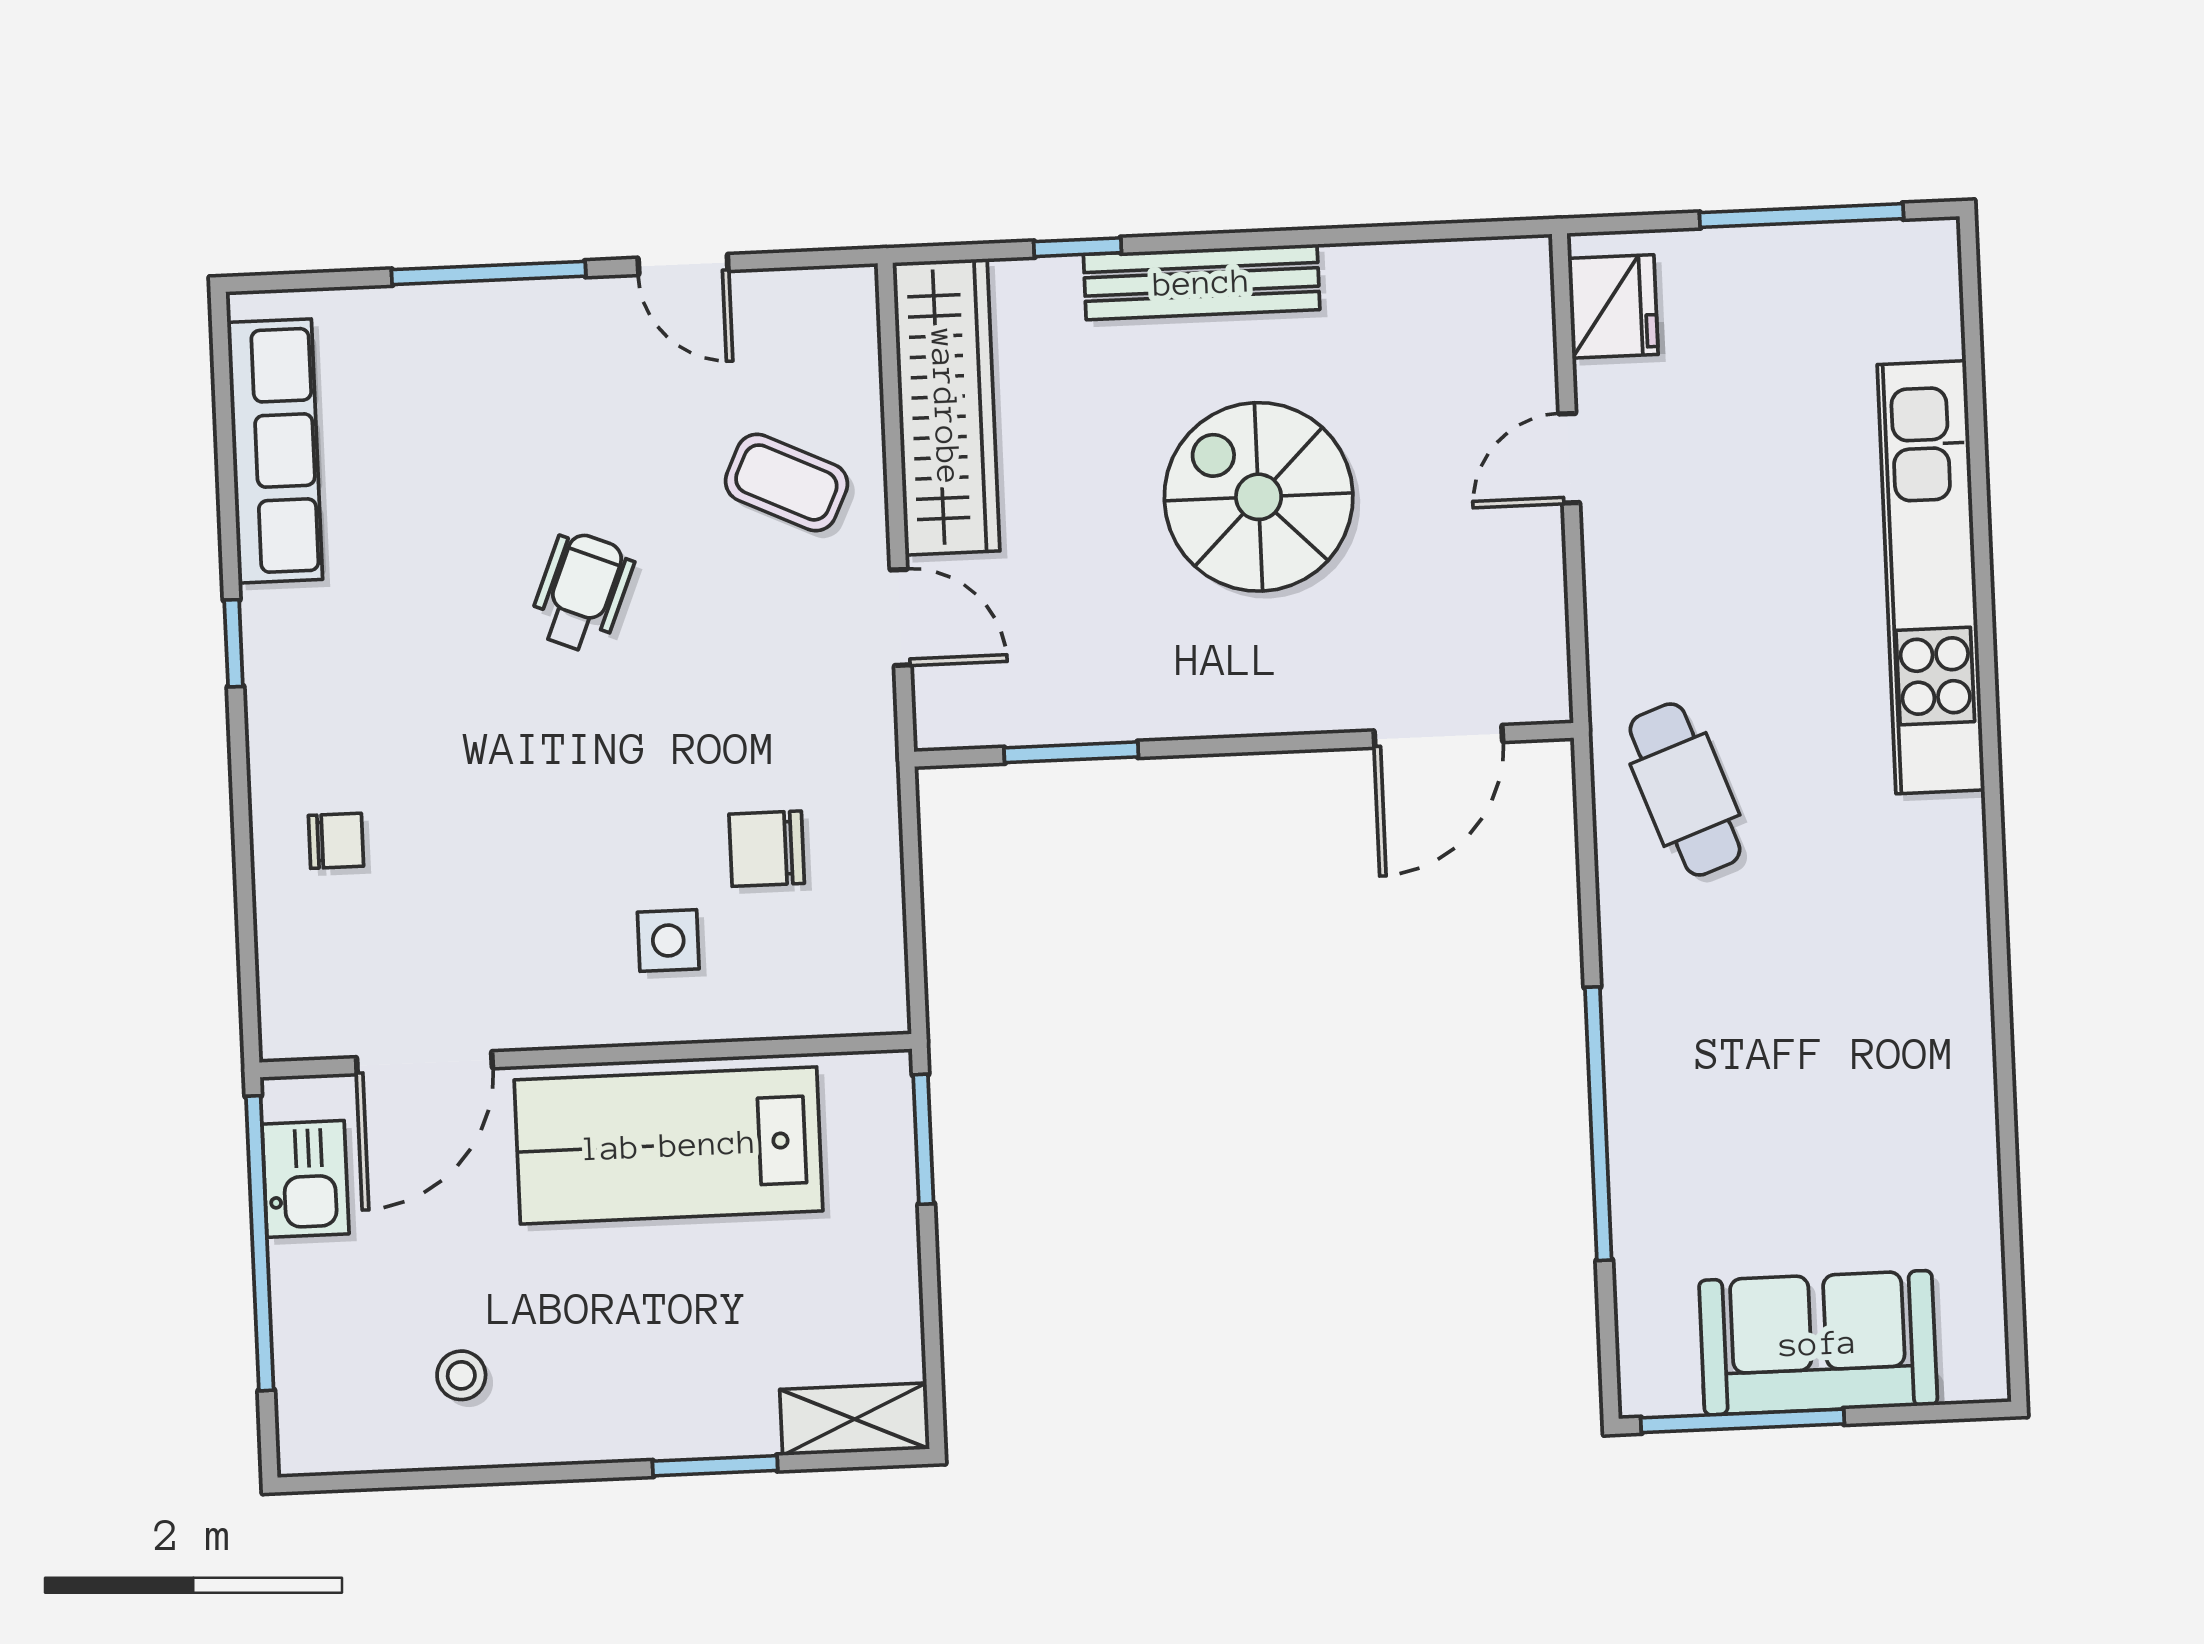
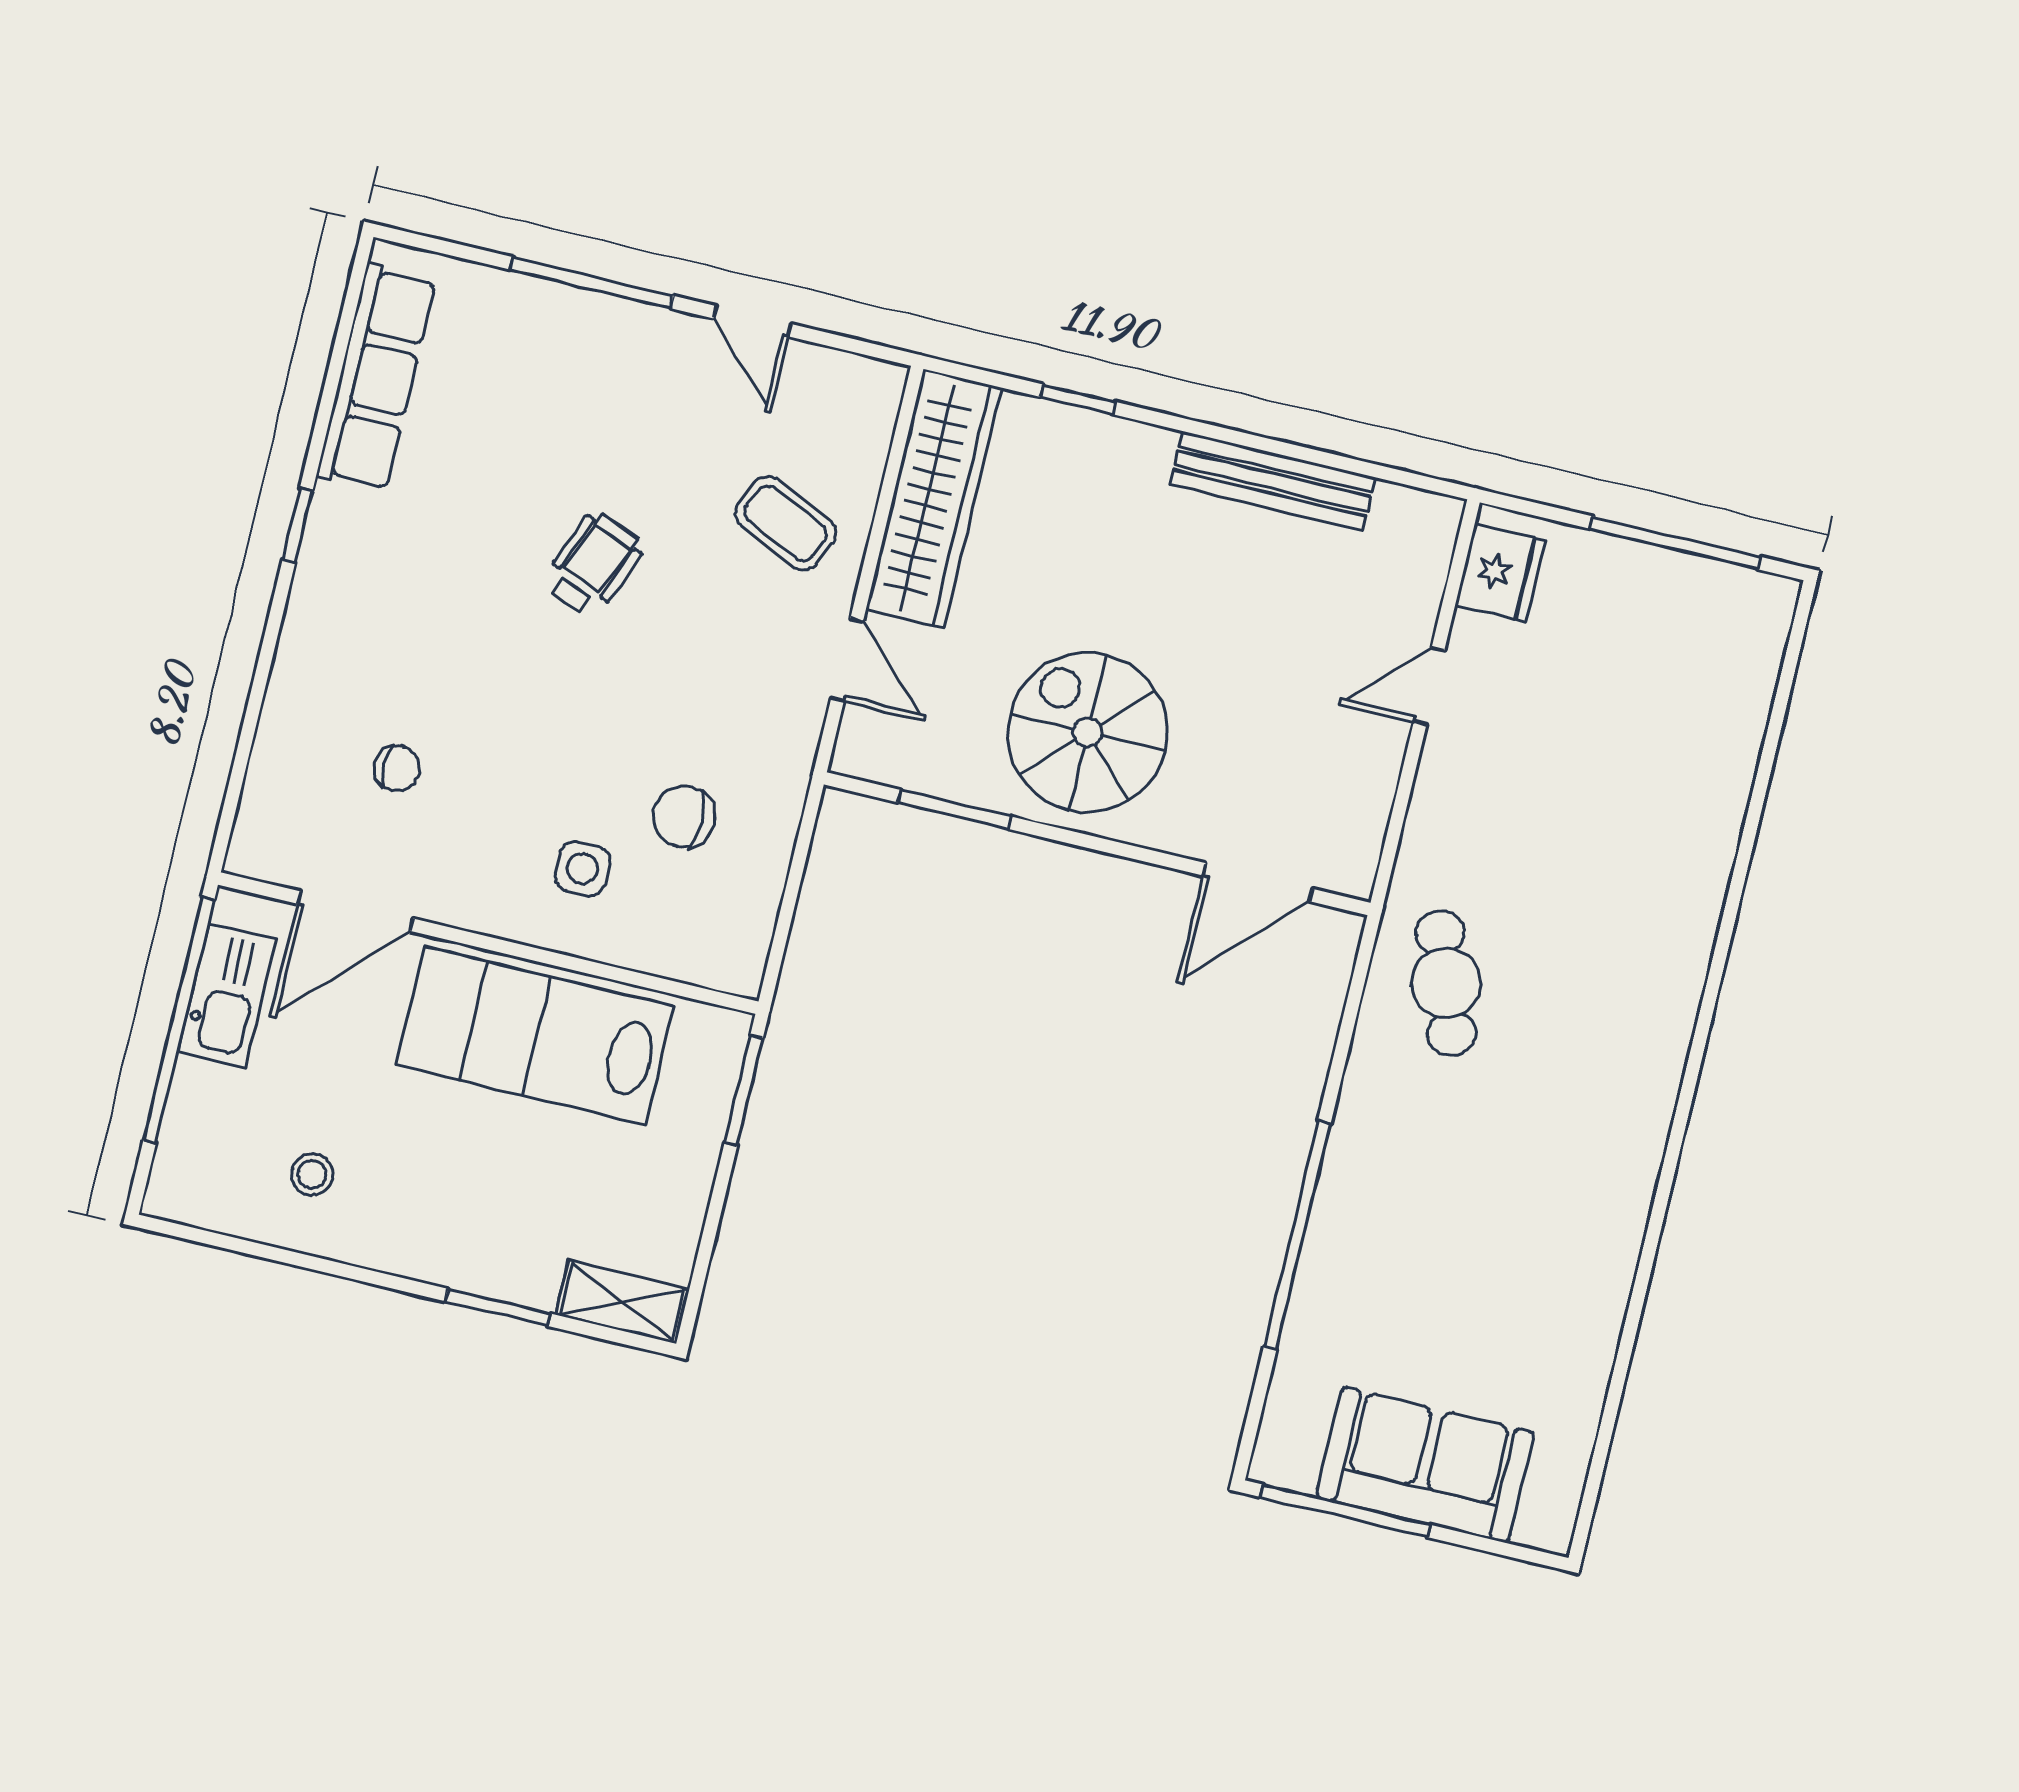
bench: (1202, 282) -> (1273, 481), moved
spiral stairs: (1259, 497) -> (1088, 732), moved
kitchen unit: (1931, 577) -> (1696, 868), removed
chair: (336, 841) -> (397, 768), moved
kitchen sink: (306, 1179) -> (227, 996), width x1.38

